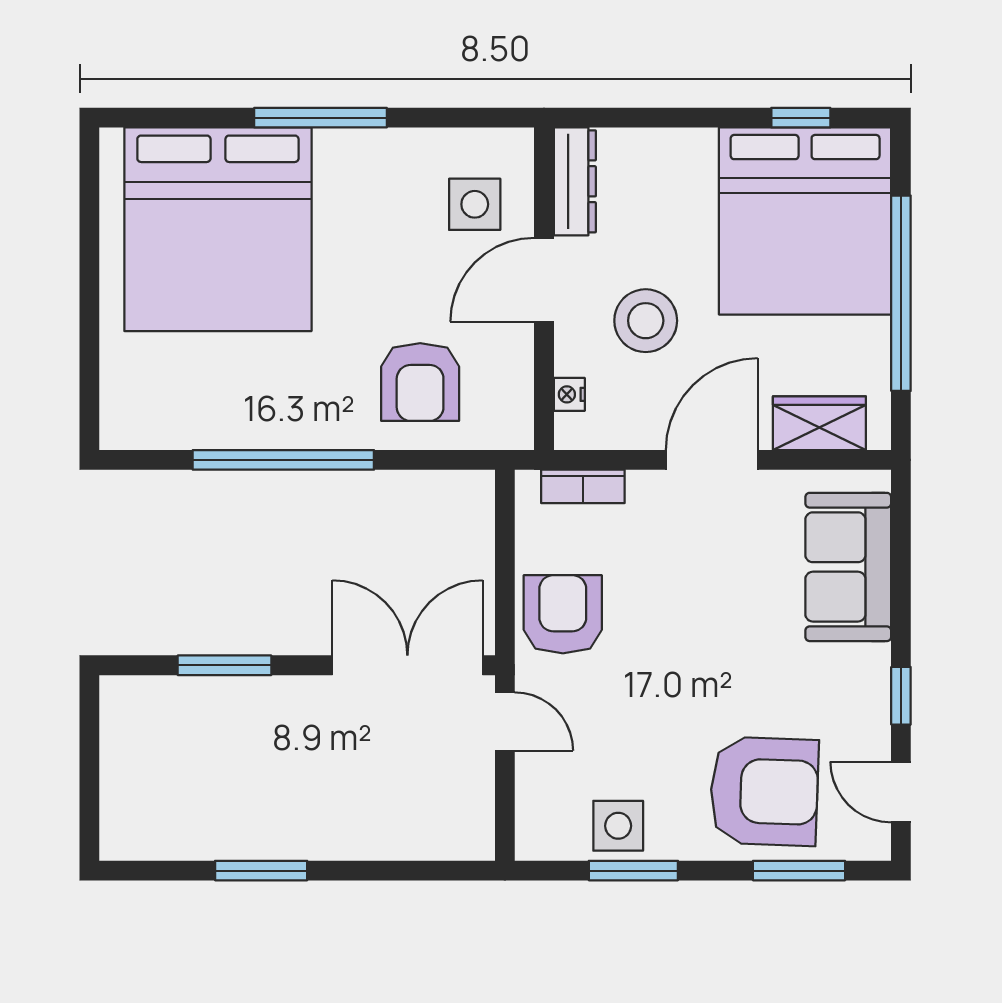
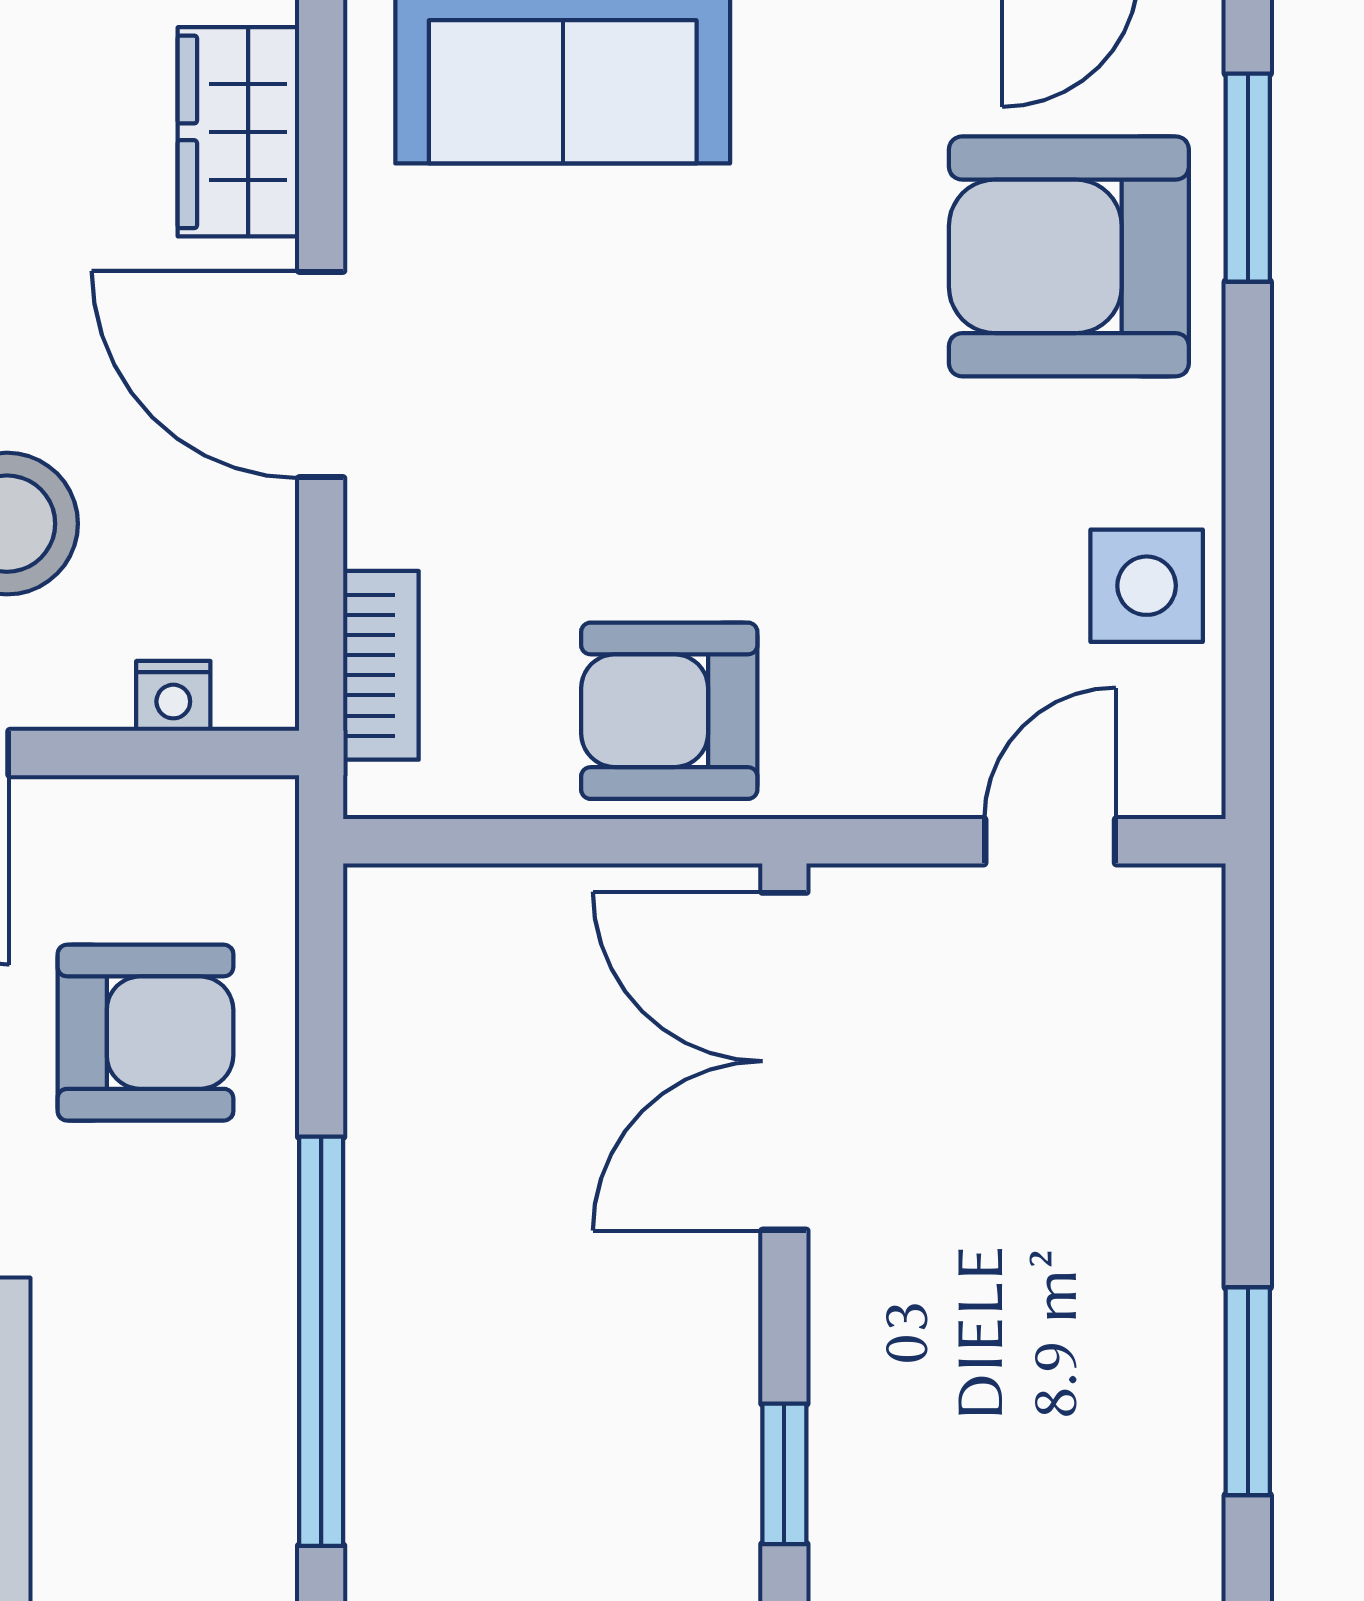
window: (225, 665) -> (784, 1474), width x0.67
door: (505, 722) -> (1050, 841), moved
armchair: (764, 791) -> (1069, 256), turned -92
window: (633, 871) -> (1248, 551), removed

